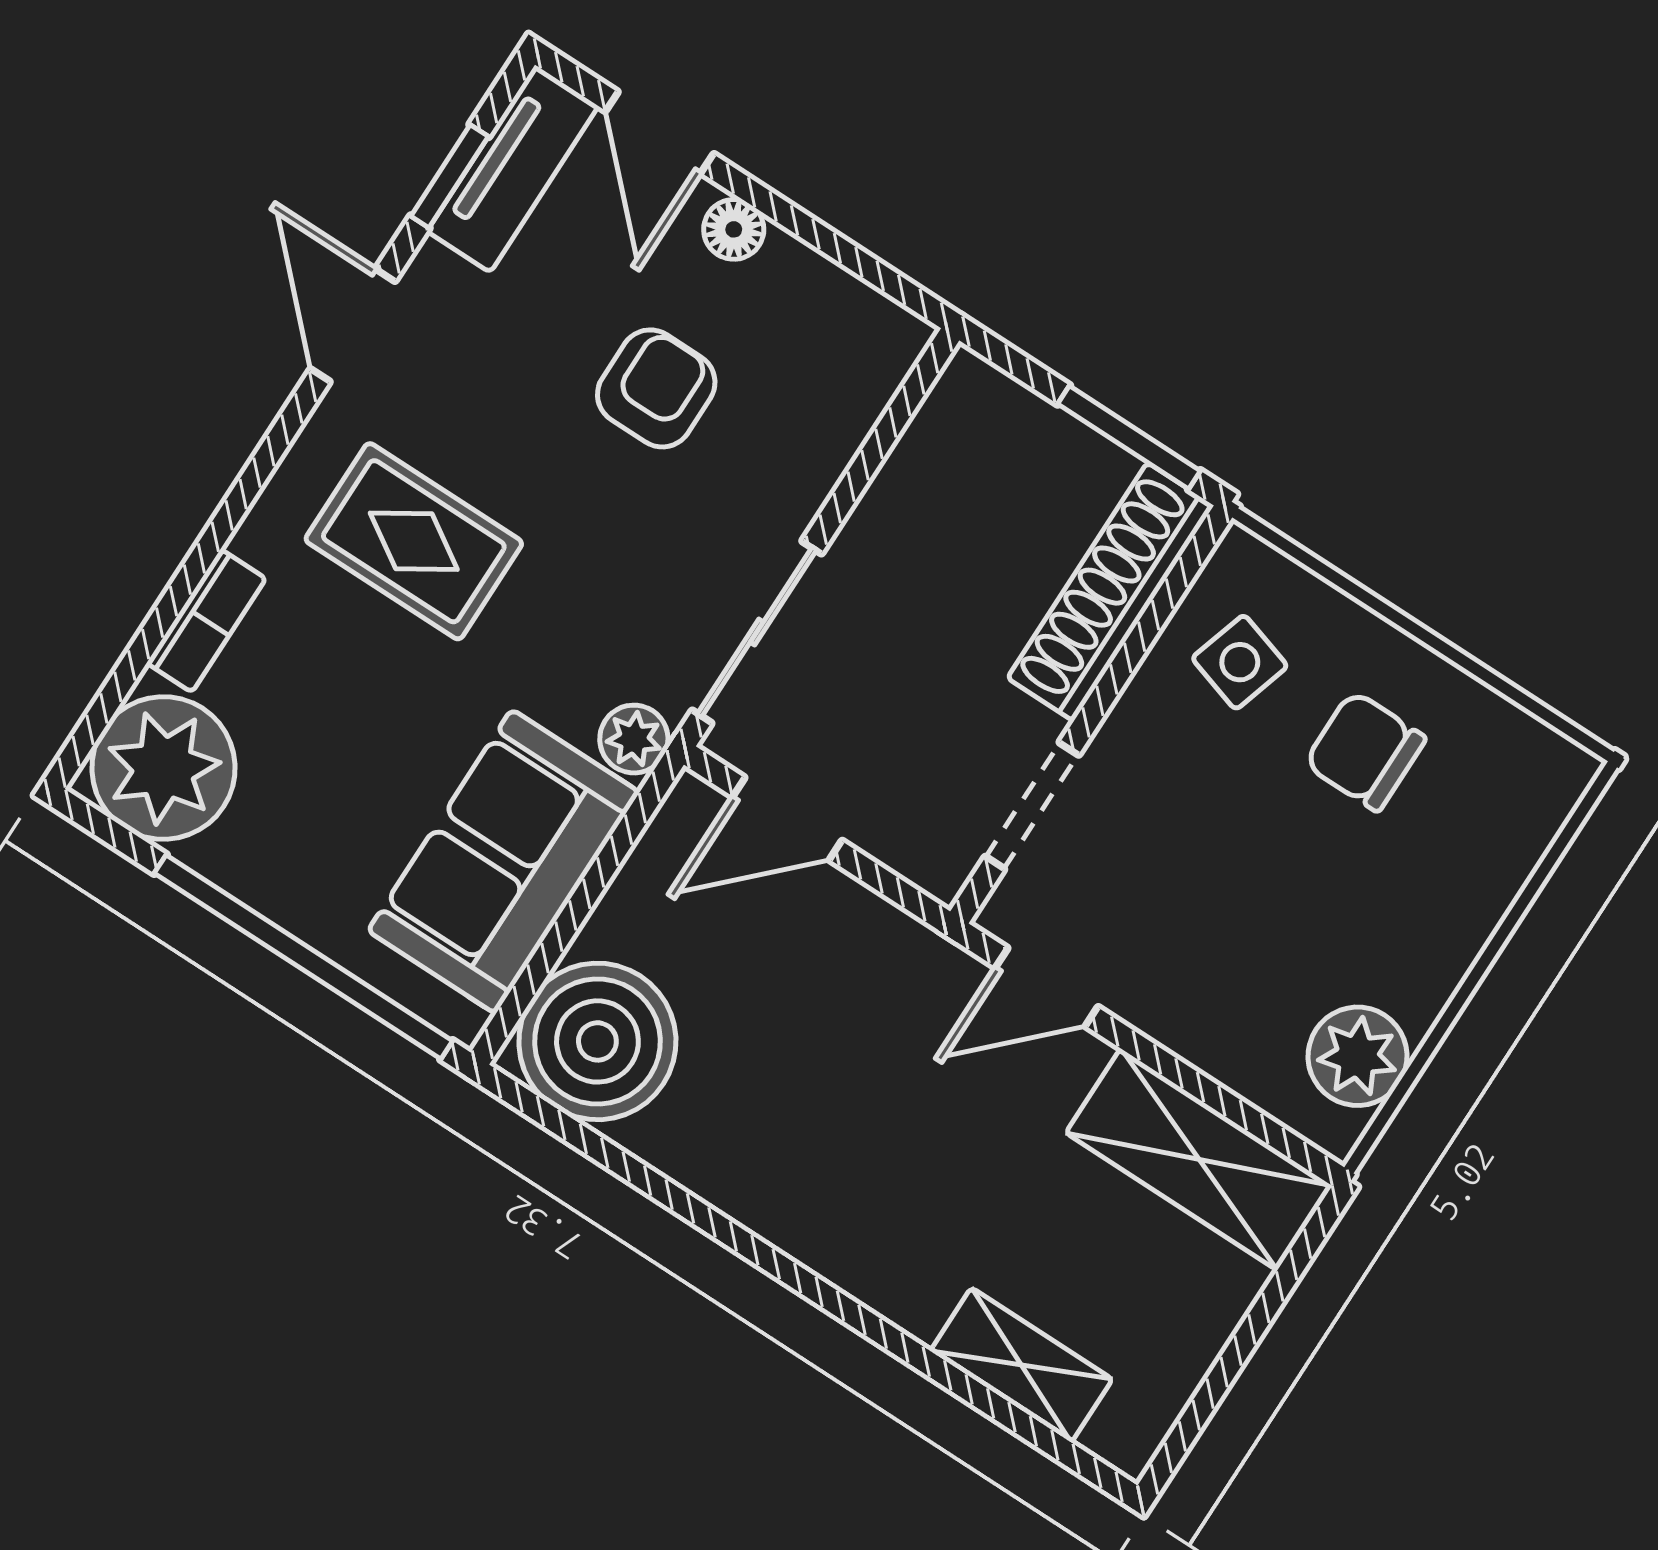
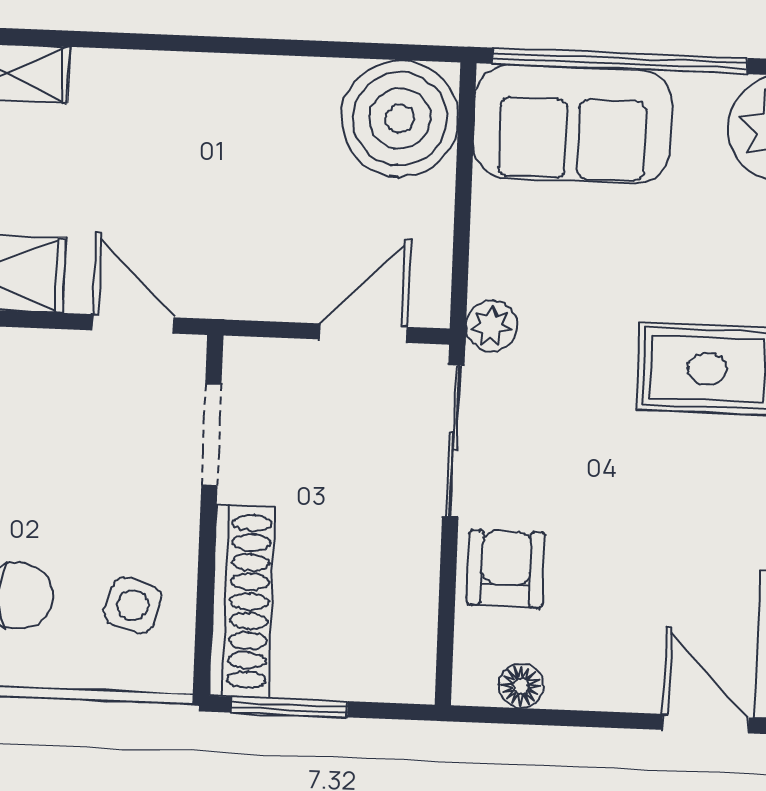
floor lamp: (734, 229) -> (521, 686), moved
armchair: (656, 388) -> (506, 568), moved, turned 180
sofa: (504, 862) -> (573, 124), moved, turned 90
door: (1047, 987) -> (133, 324), hinge flipped

